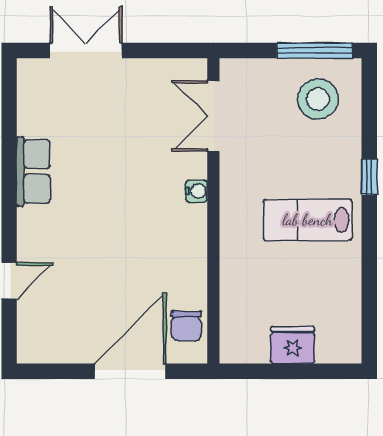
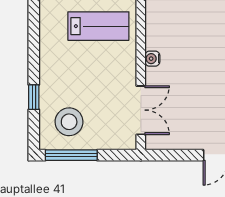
window: (369, 177) -> (34, 97), moved
lab bench: (308, 220) -> (98, 26), moved

